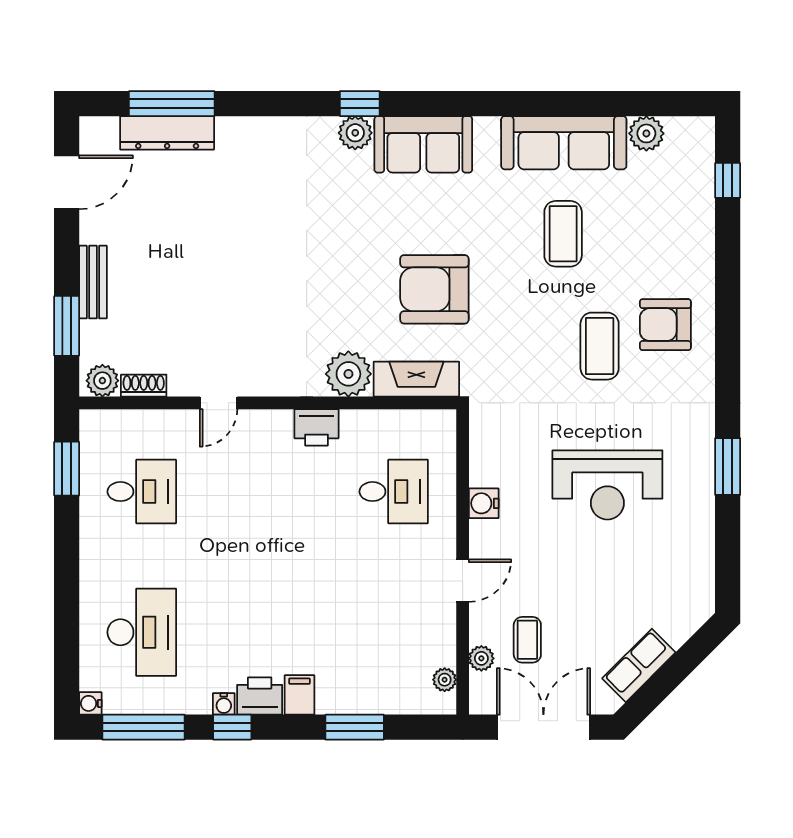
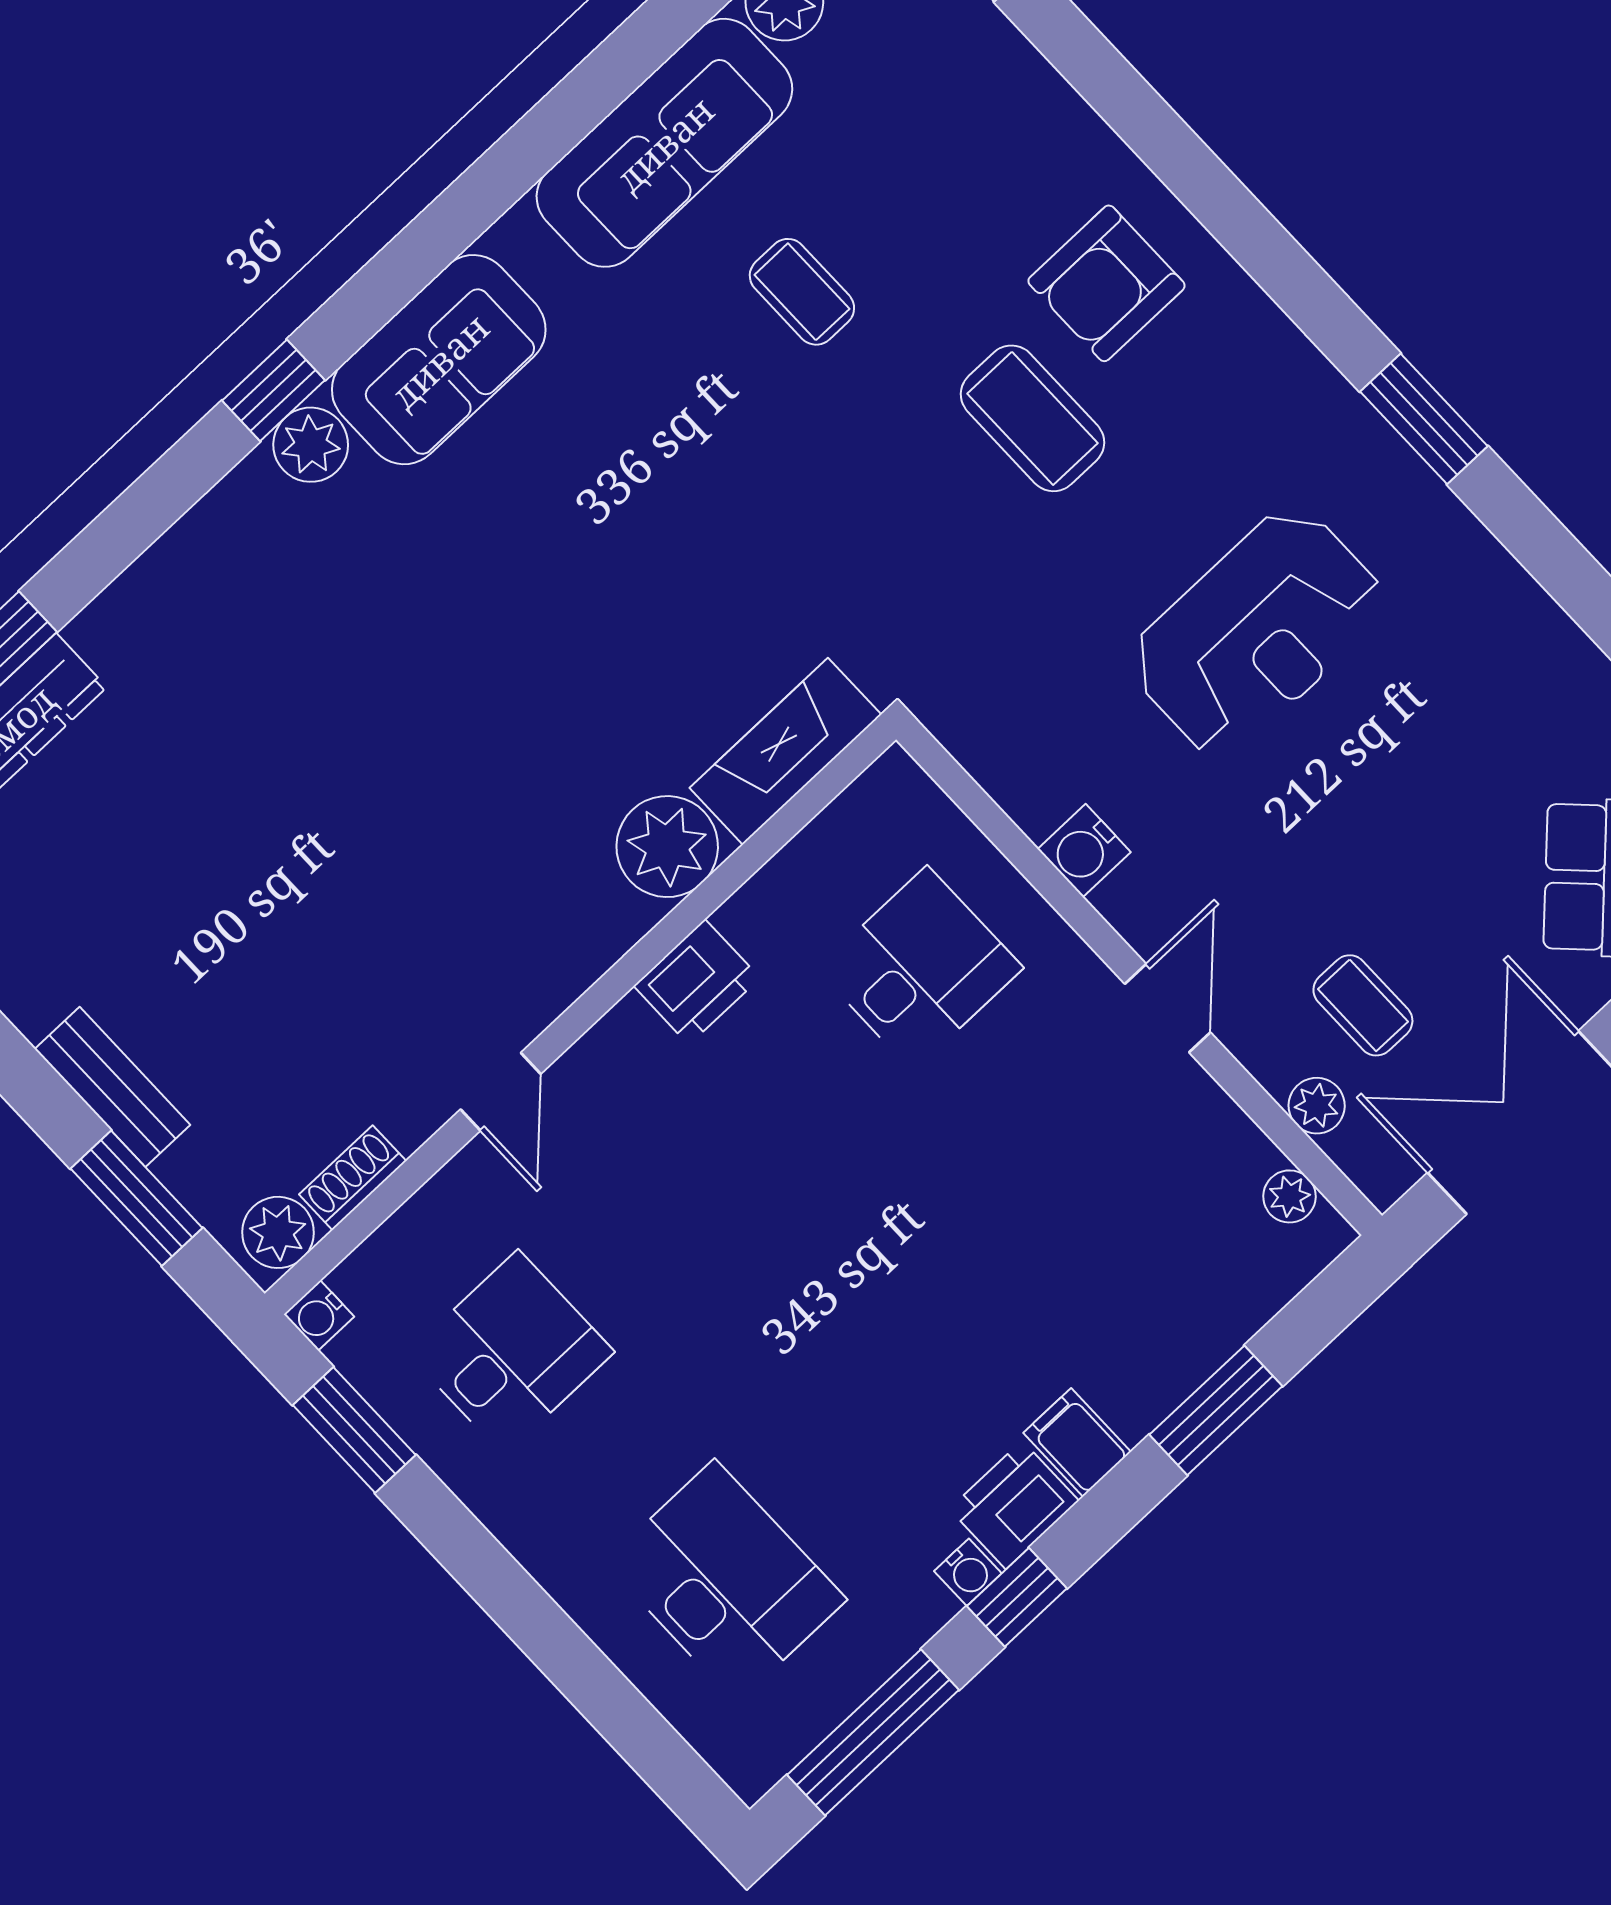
coffee table: (563, 234) -> (802, 292), width x0.73, depth x0.77
armchair: (434, 289) -> (678, 578), removed
water cooler: (90, 703) -> (319, 1315), moved

